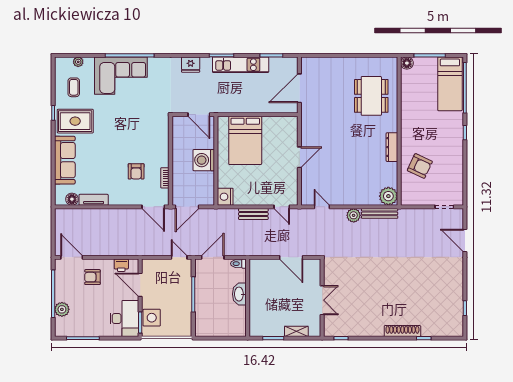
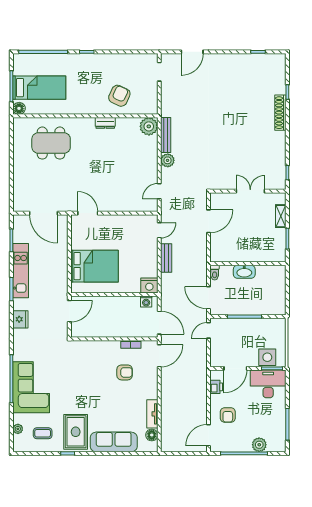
bed: (450, 84) -> (39, 88), moved
dresser: (392, 147) -> (105, 123), width x0.70
door: (299, 157) -> (88, 213), moved
washing machine: (204, 160) -> (146, 302), moved, width x0.53, depth x0.53

